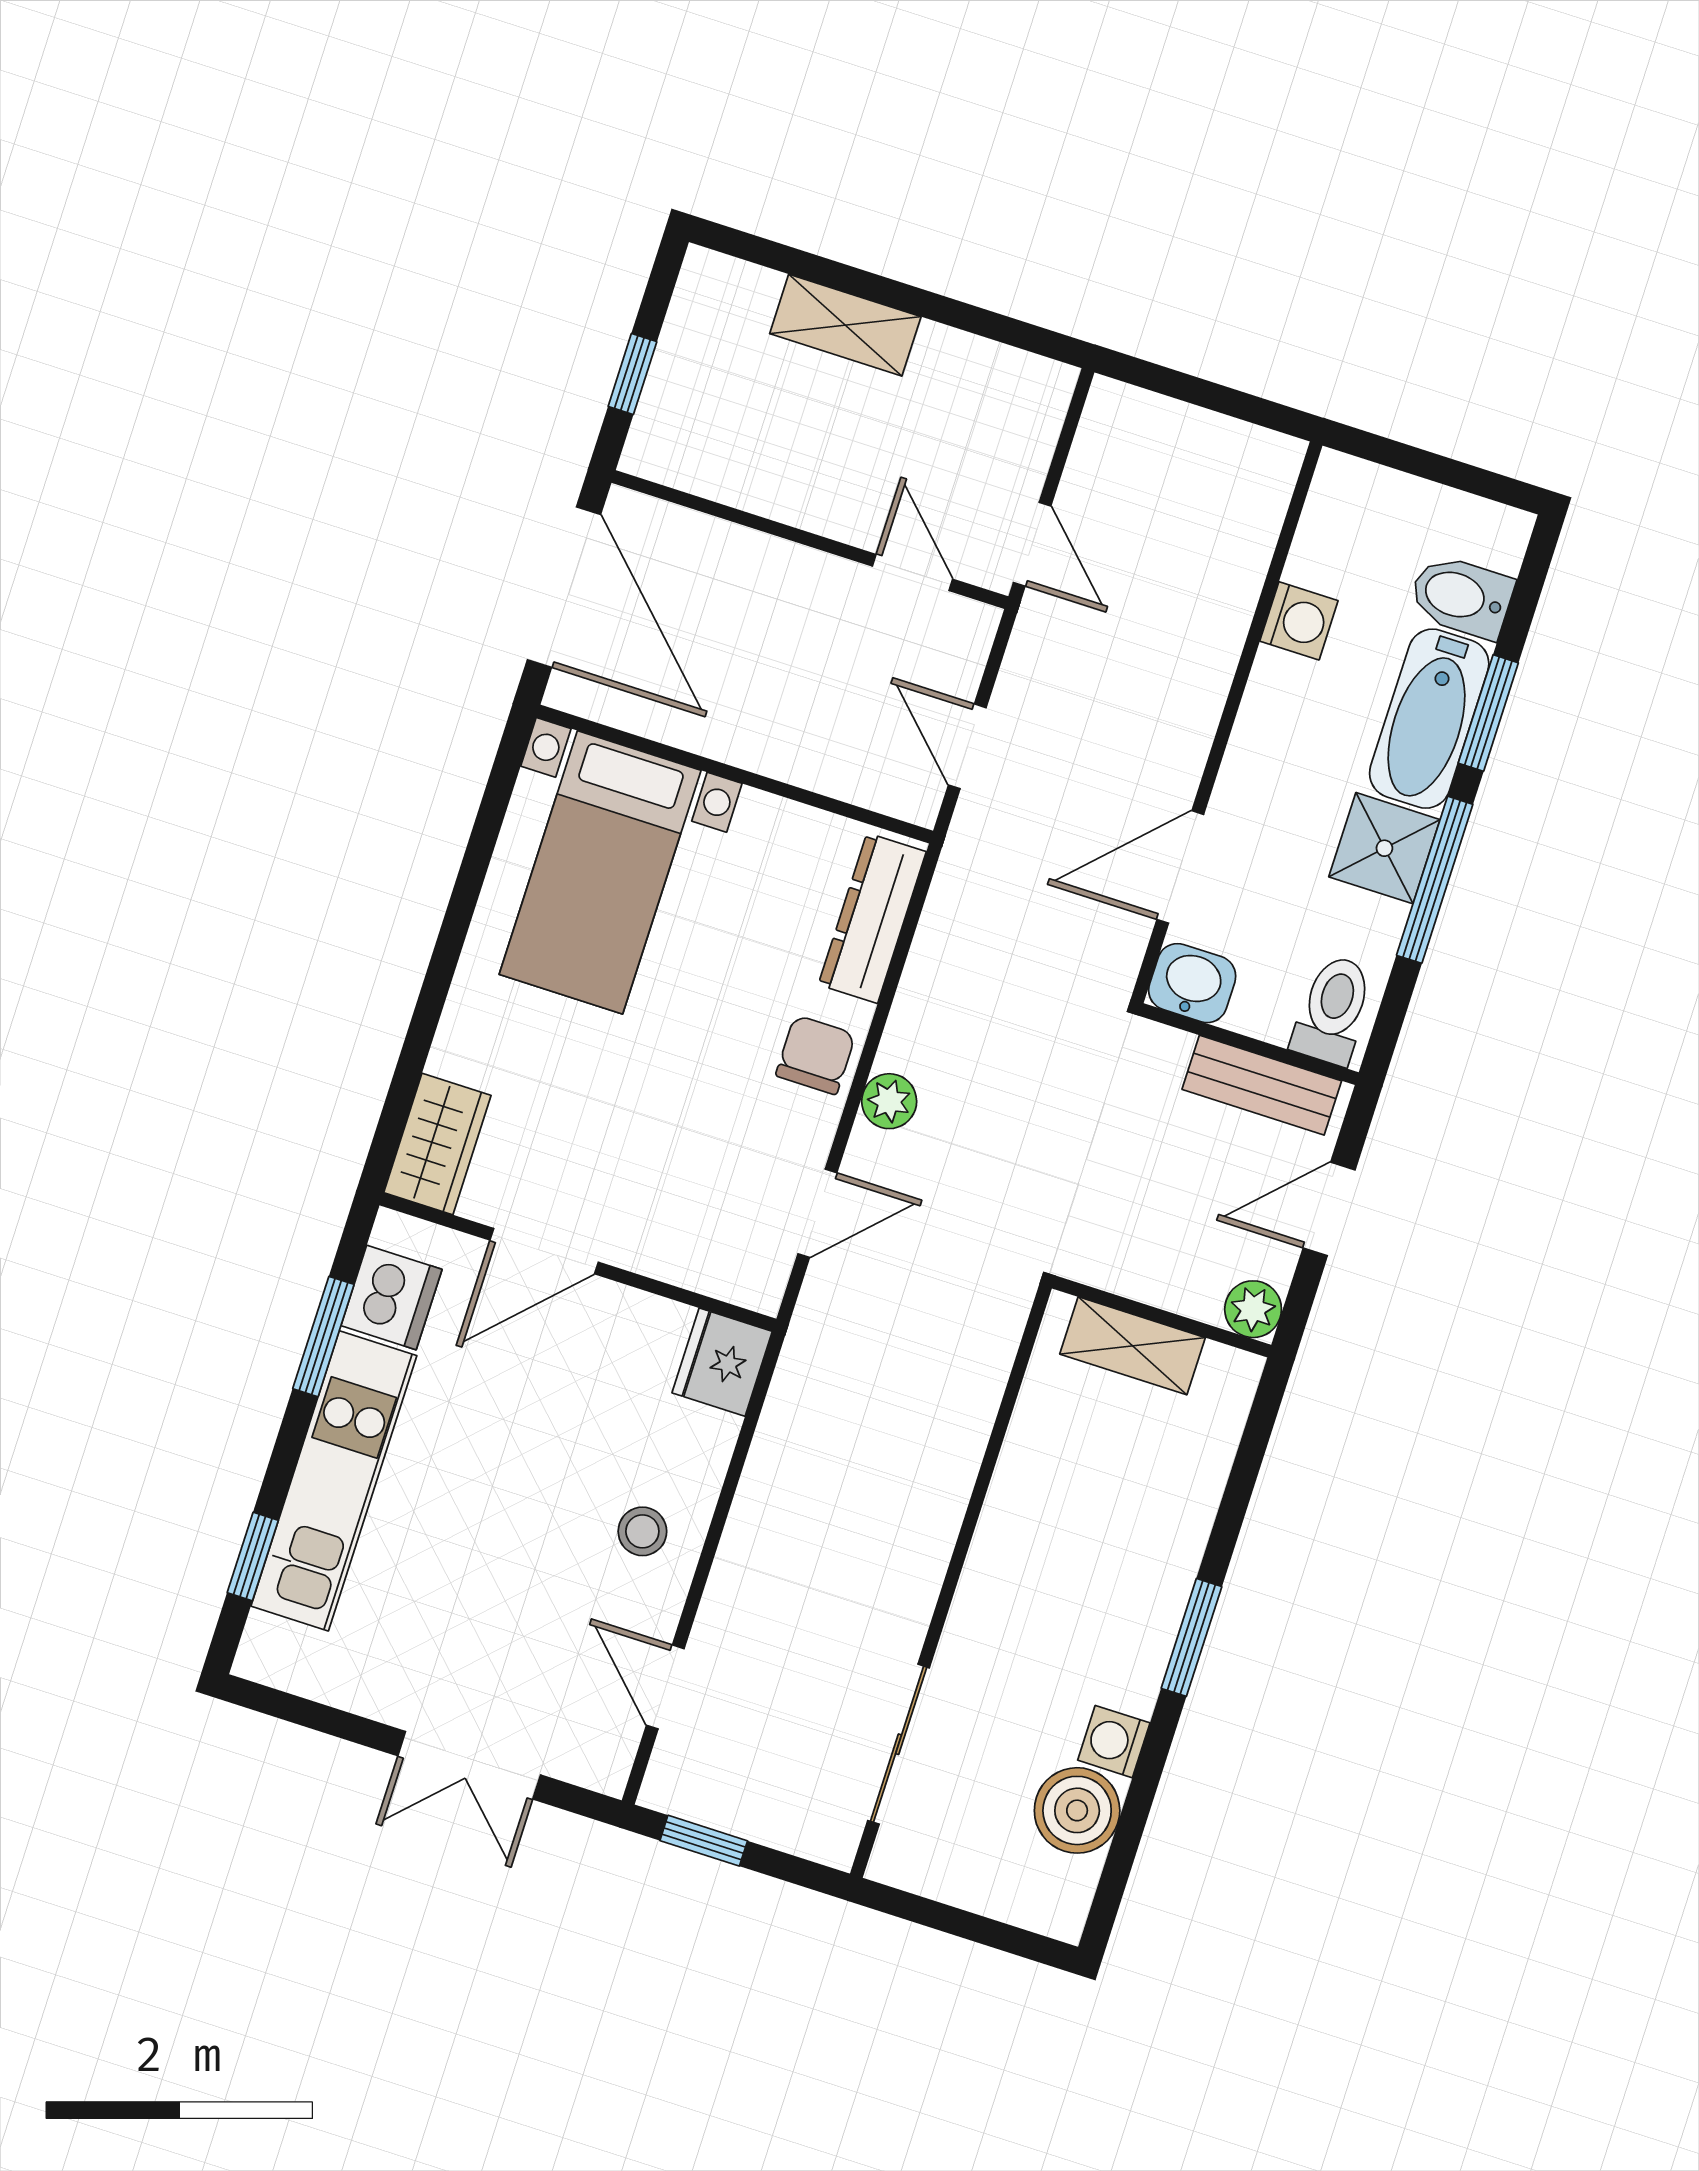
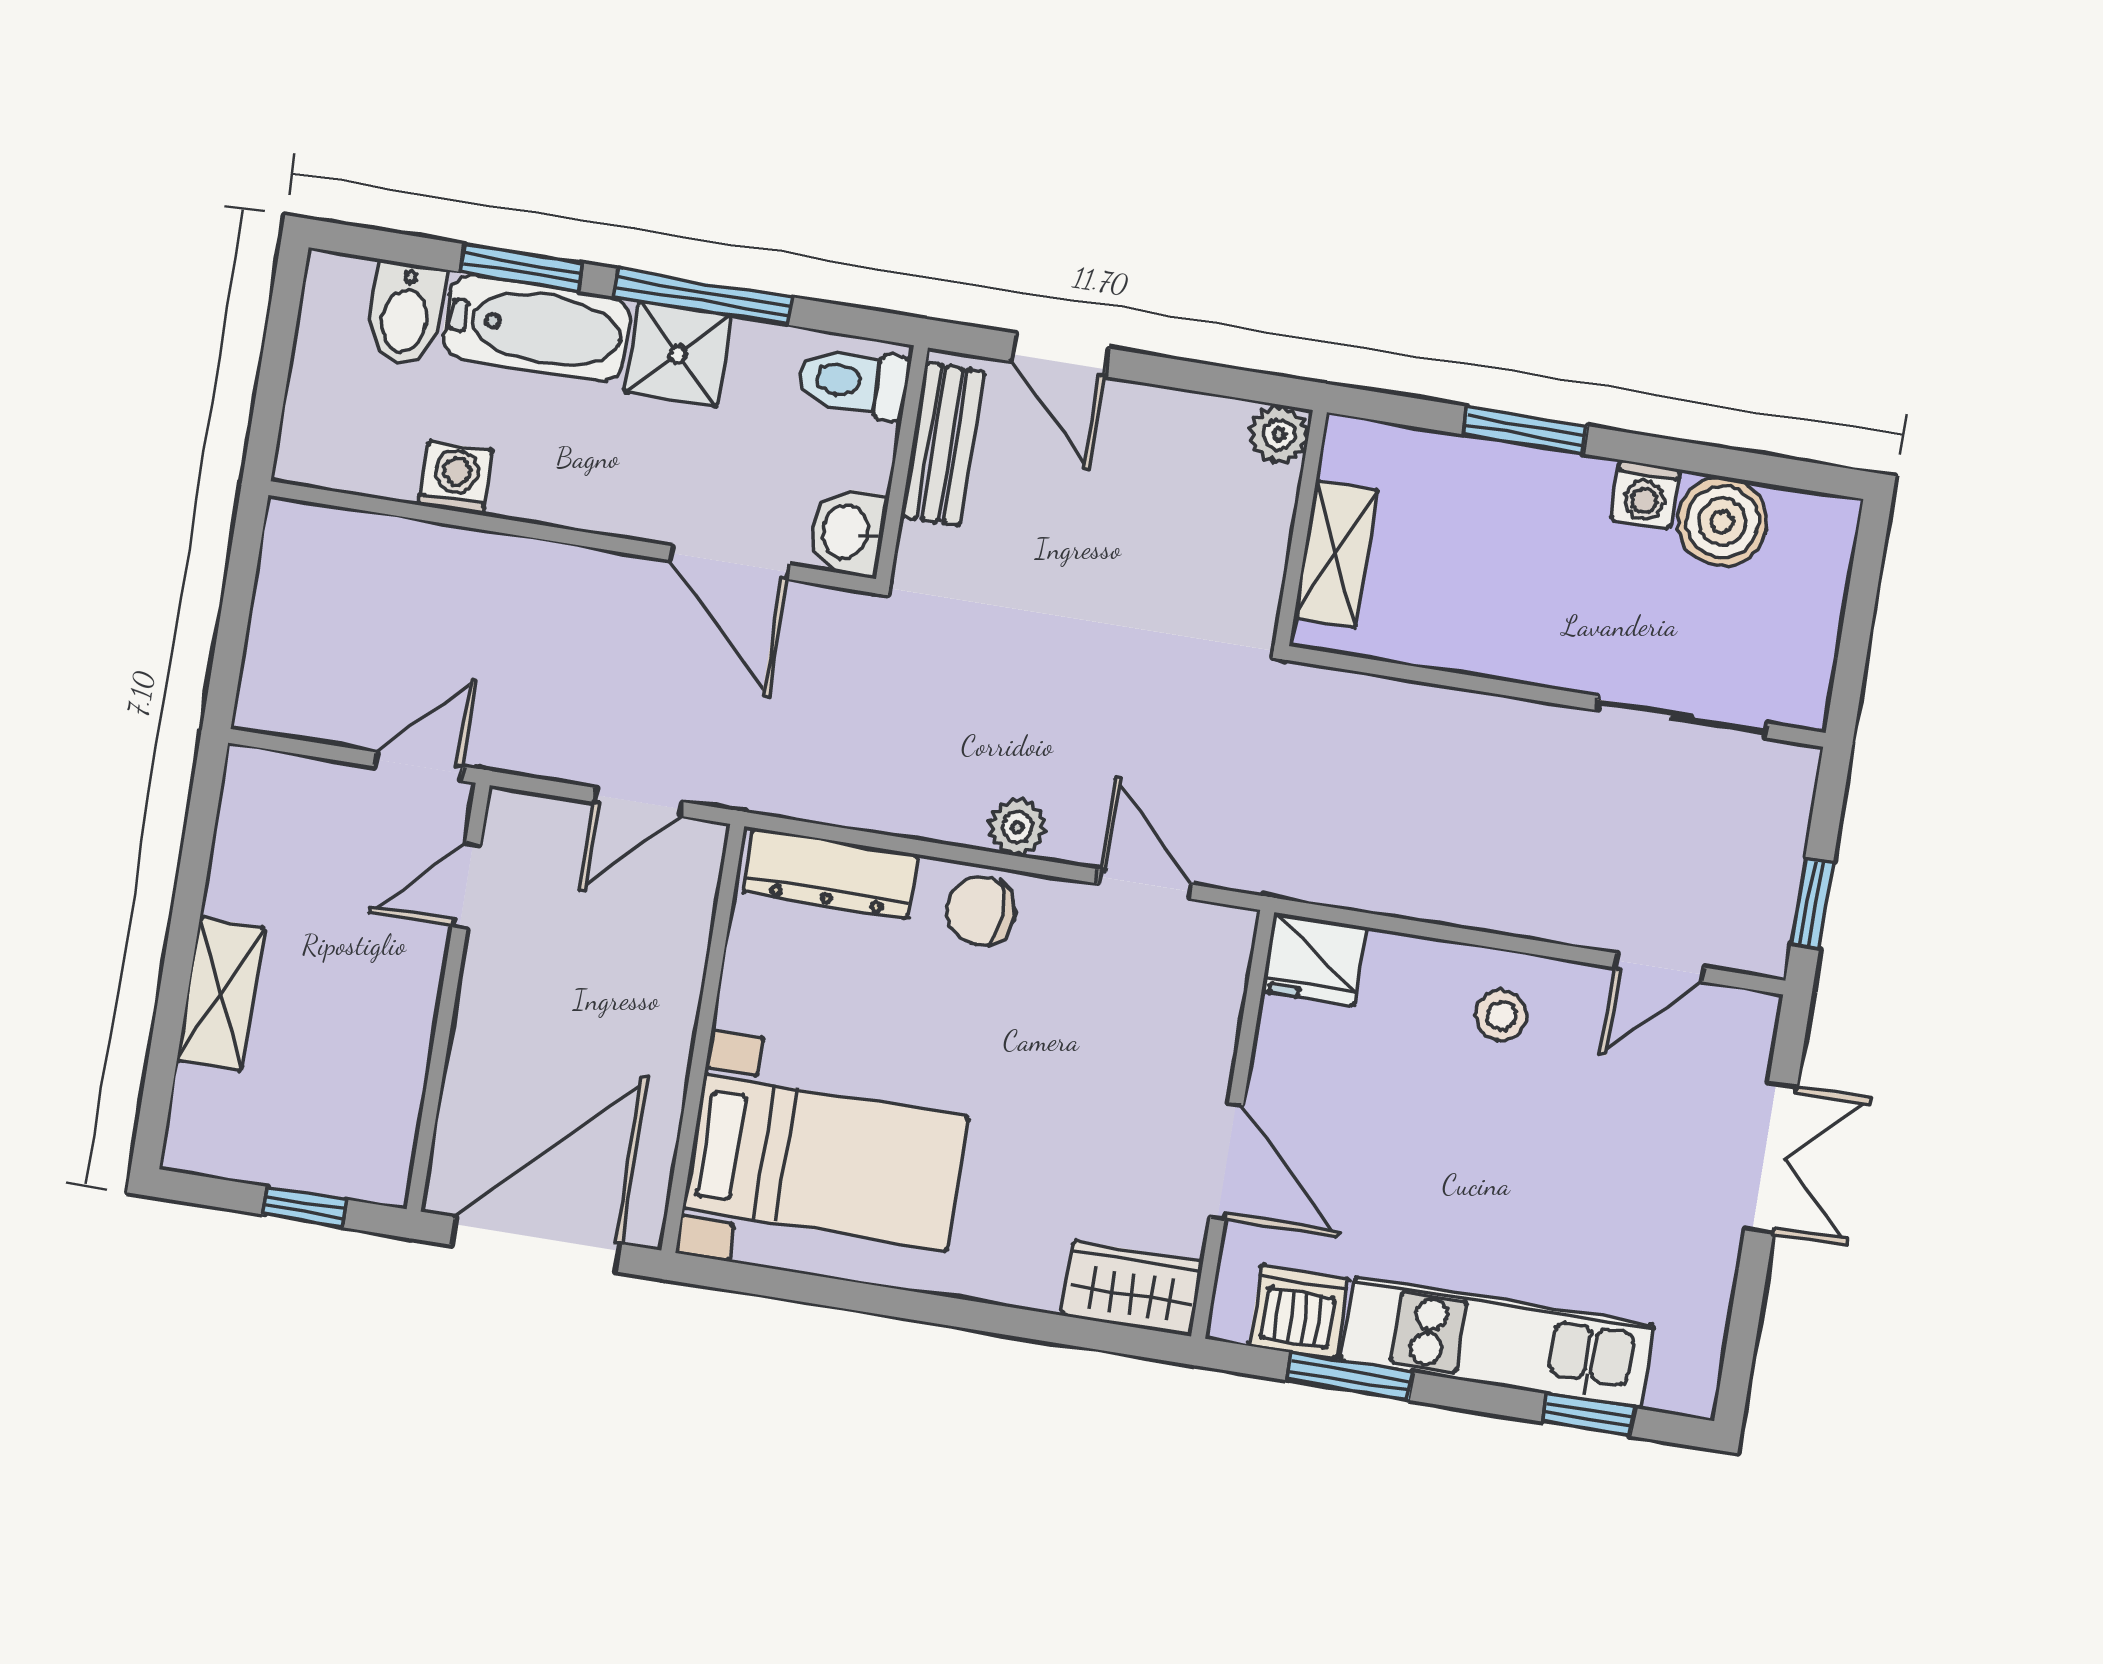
plant: (1253, 1309) -> (1279, 434), moved
wall: (1162, 1317) -> (1301, 528), moved
shelving: (1132, 1346) -> (1336, 554), moved

